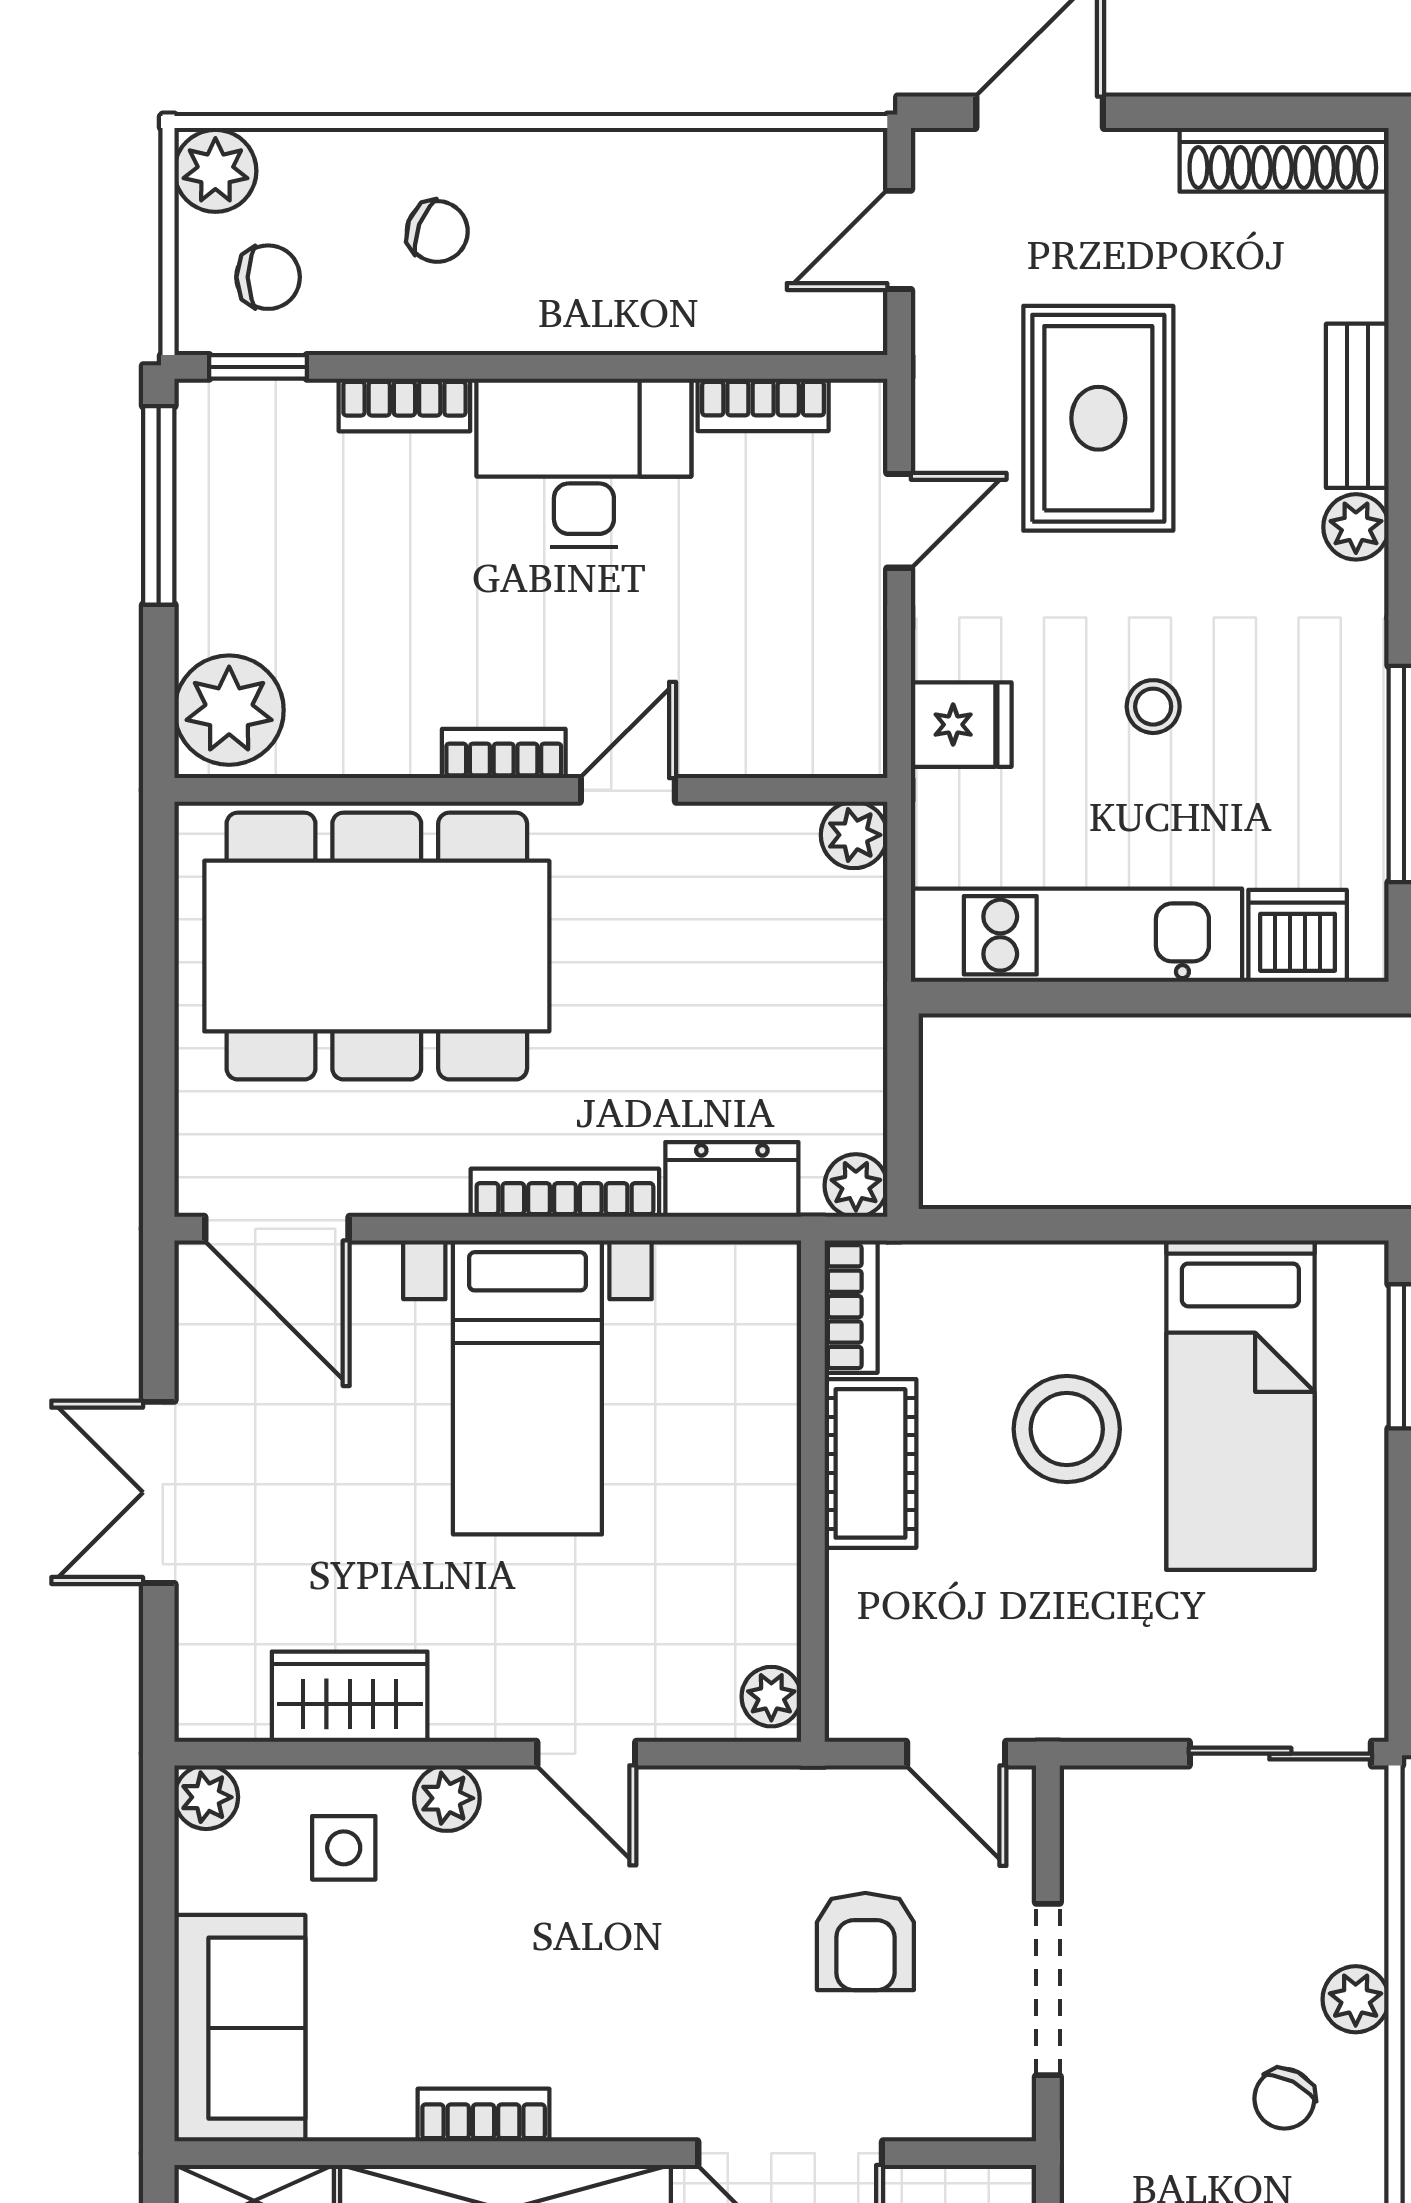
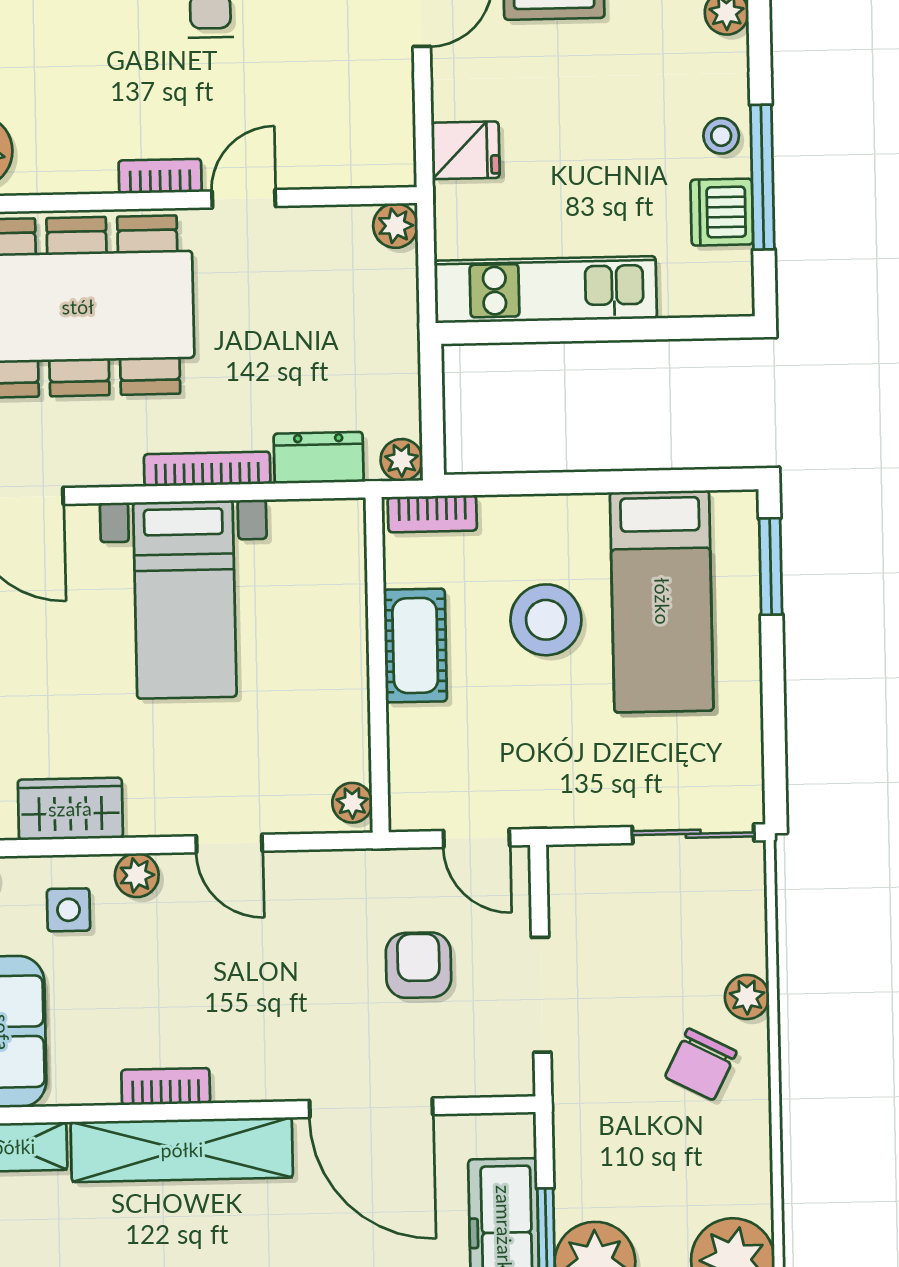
stool: (1153, 707) -> (721, 136), moved
dishwasher: (1298, 936) -> (722, 212), moved, turned -90
bookcase: (851, 1307) -> (432, 514), moved, turned 90
armchair: (865, 1942) -> (419, 965), turned 180
chair: (1284, 2099) -> (701, 1064), width x1.37, depth x1.37

